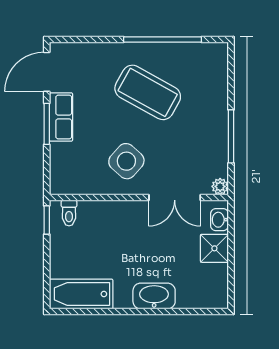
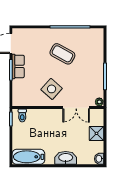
coffee table: (148, 92) -> (62, 54), width x0.73, depth x0.76
washbasin: (219, 220) -> (99, 159), moved

